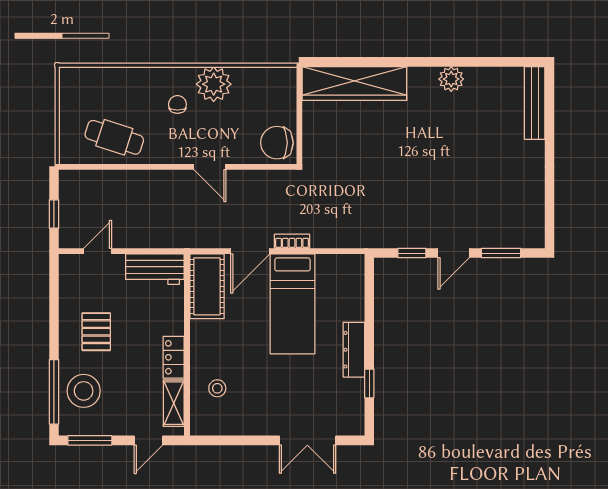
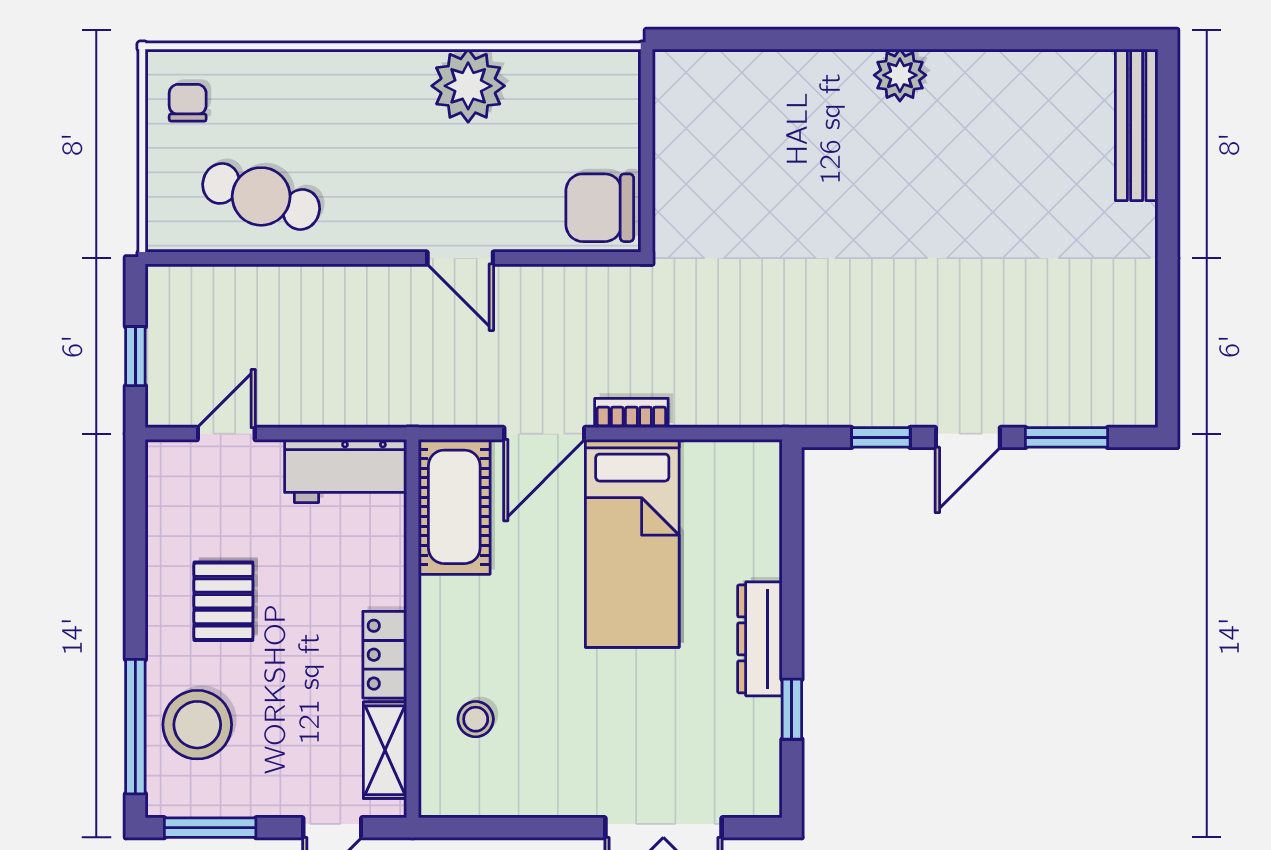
plant: (451, 79) -> (900, 75), moved
wardrobe: (354, 84) -> (761, 84), removed
chair: (177, 104) -> (188, 103), moved

